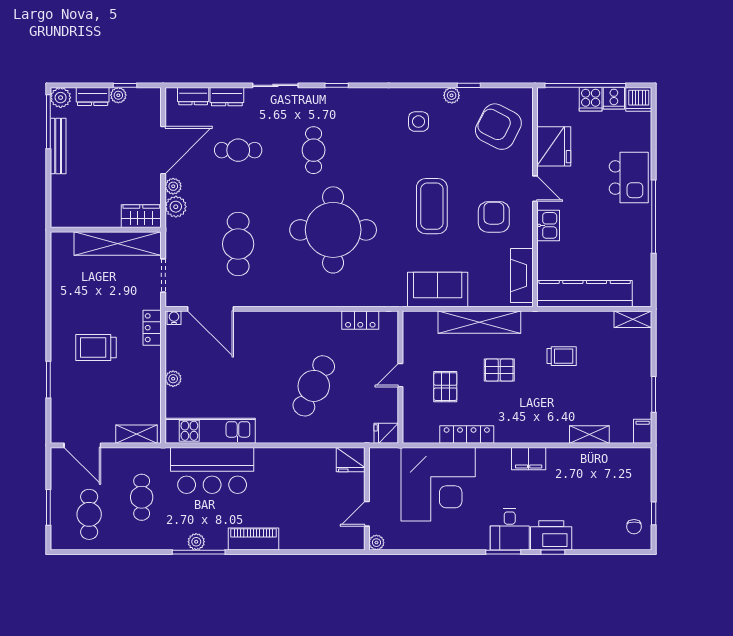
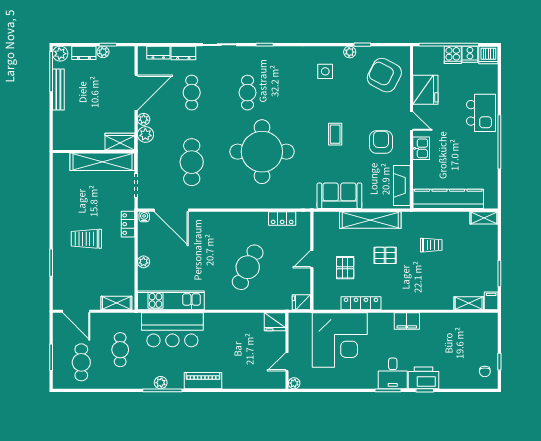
cafe table: (238, 150) -> (192, 93), turned 90
coffee table: (432, 206) -> (335, 134), width x0.54, depth x0.58
shelving: (589, 434) -> (469, 303), moved

